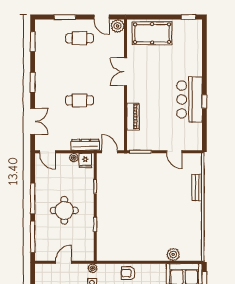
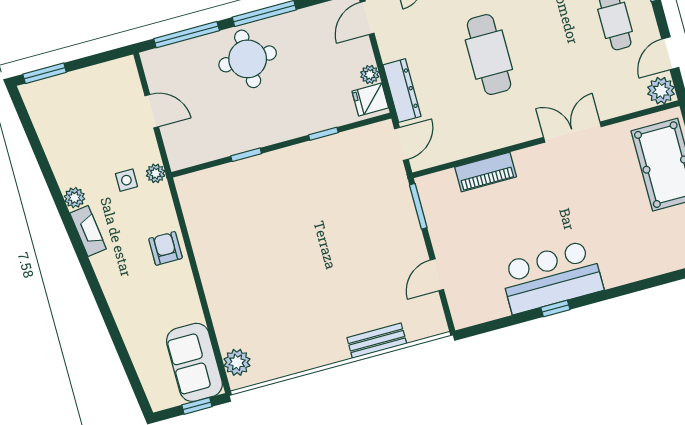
cafe table: (80, 100) -> (489, 55), width x1.37, depth x1.35
round table: (64, 210) -> (248, 59), moved
plant: (173, 254) -> (237, 362), moved

